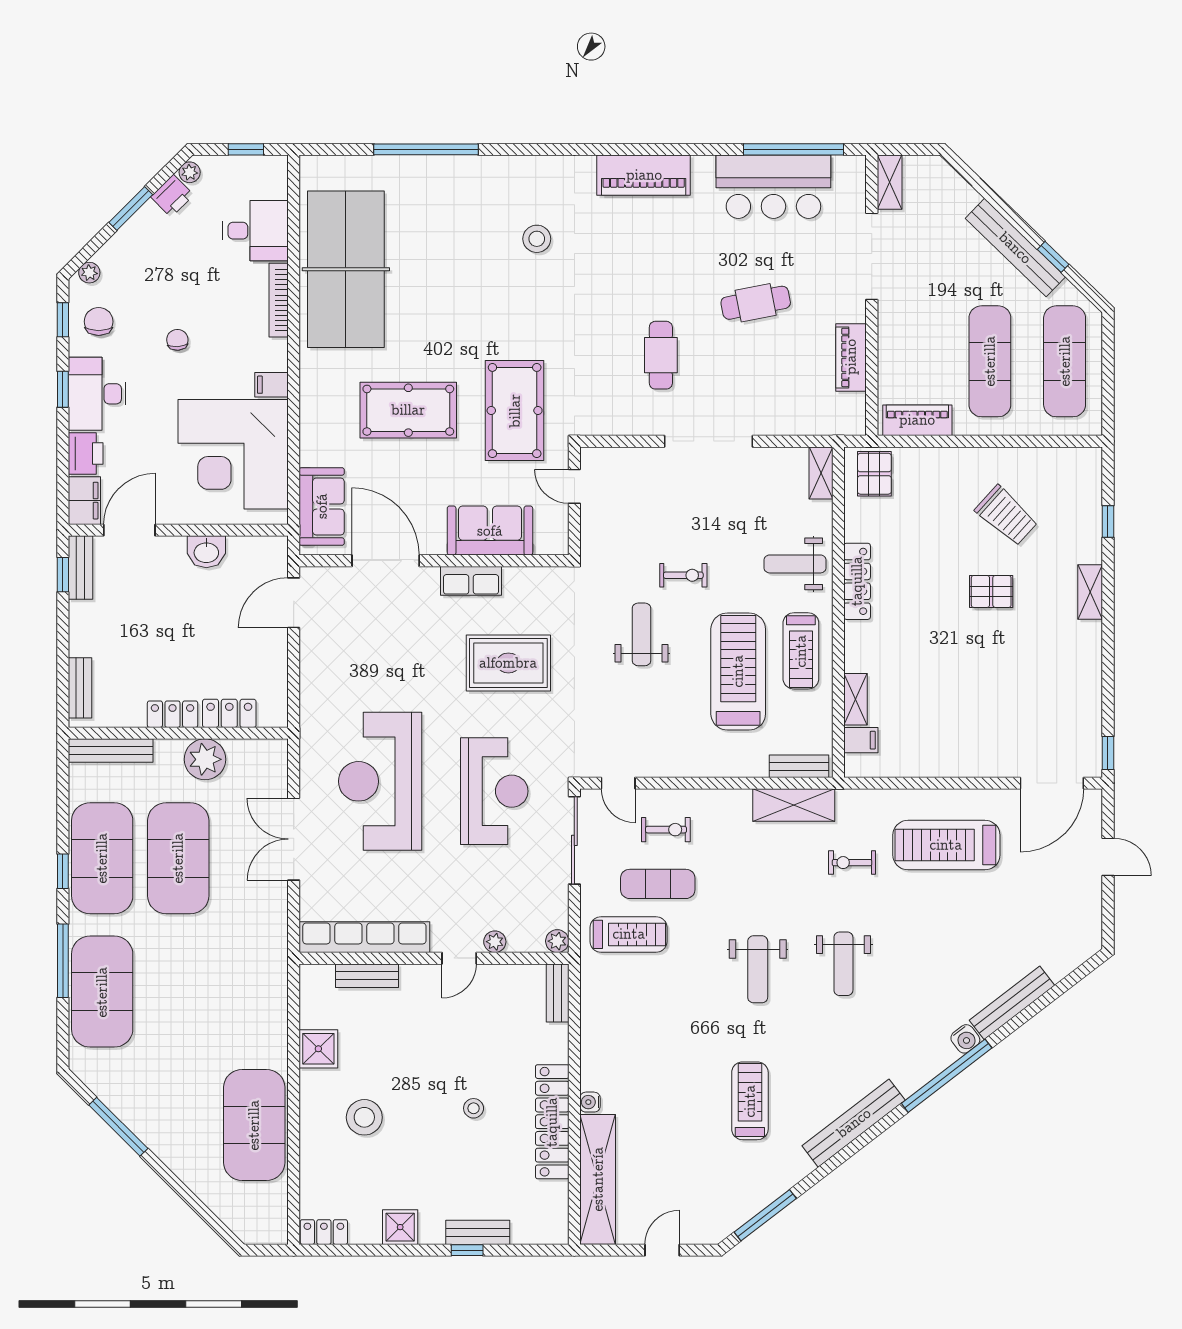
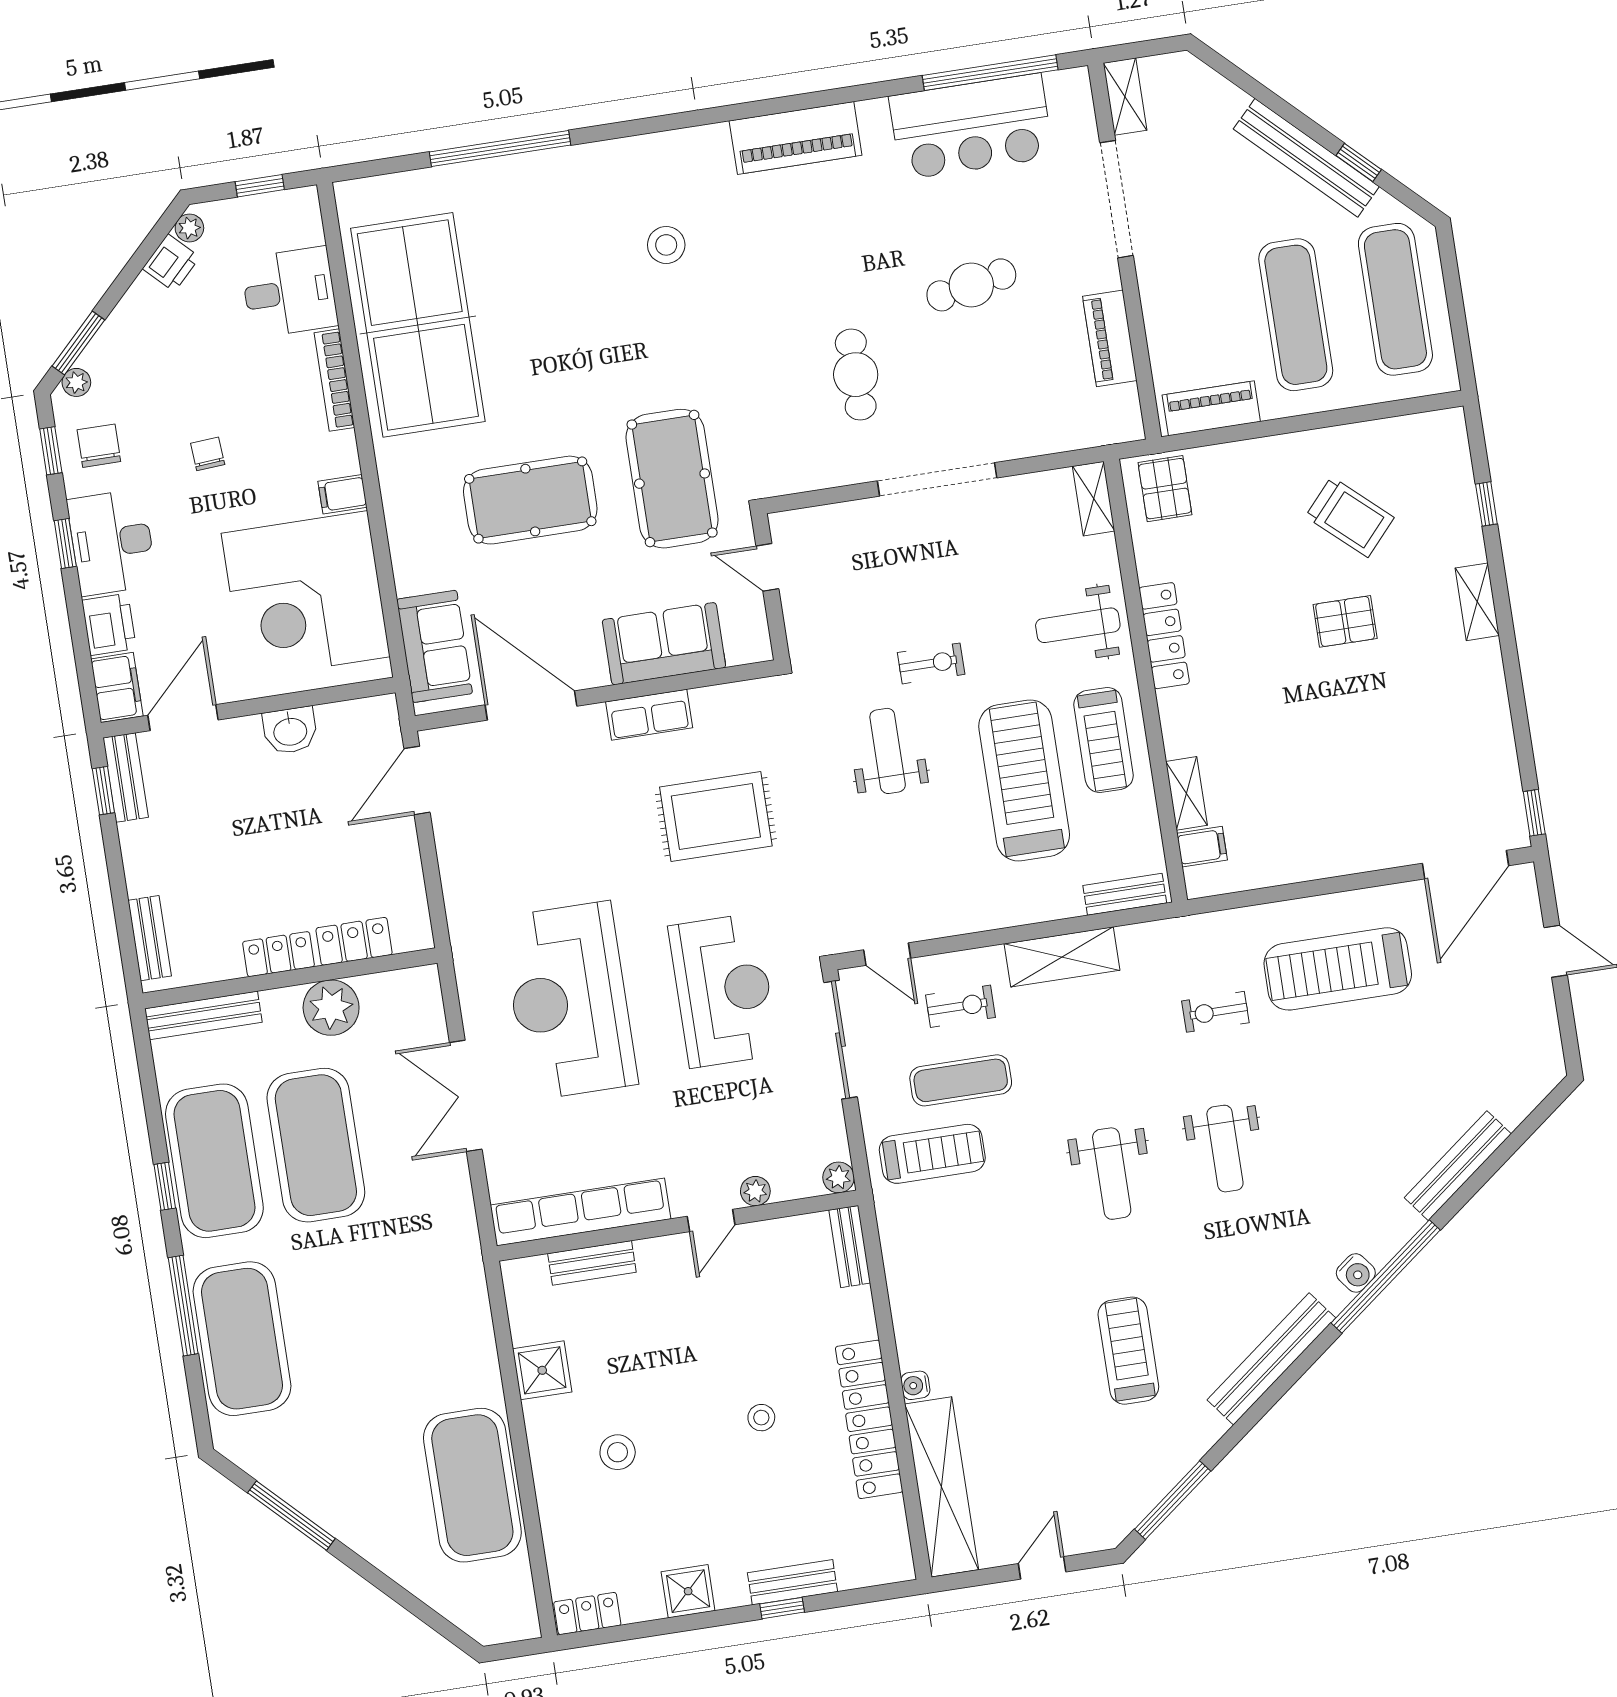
window: (131, 208) -> (78, 343), moved
shelving: (794, 805) -> (1062, 957), moved
water cooler: (965, 1039) -> (1356, 1273), moved
stool: (364, 1117) -> (618, 1452), width x0.73, depth x0.73

